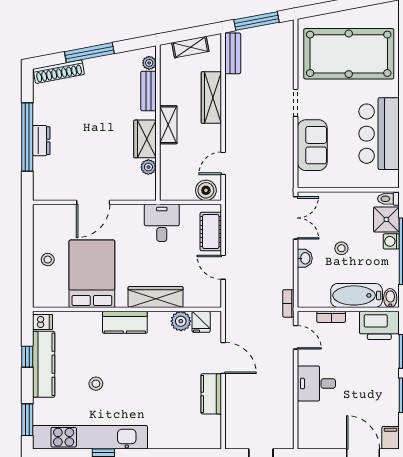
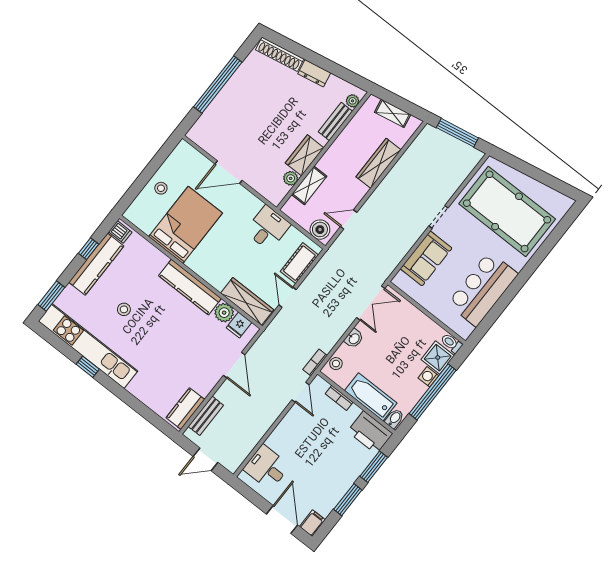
window: (89, 53) -> (314, 58), removed
bench: (233, 53) -> (206, 416), moved
shelving: (168, 125) -> (309, 185), moved
dresser: (41, 141) -> (314, 73), moved, turned 79
stool: (341, 248) -> (336, 364), moved
wardrobe: (156, 297) -> (247, 301), moved
kitchen counter: (125, 322) -> (190, 287), width x1.50
desk: (316, 383) -> (267, 467), moved
kitchen counter: (211, 394) -> (185, 409), moved

